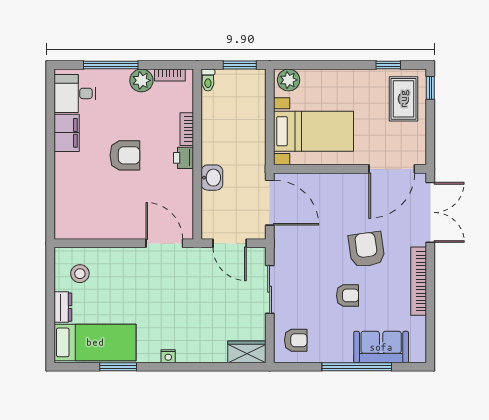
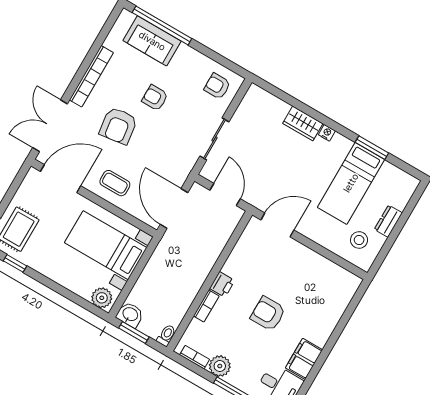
washbasin: (212, 178) -> (130, 315), moved, turned 90
coffee table: (339, 194) -> (115, 183), added
door: (164, 243) -> (277, 225), swing flipped
bed: (95, 342) -> (351, 183), moved, turned -90
wardrobe: (247, 352) -> (303, 123), moved
window: (357, 367) -> (162, 26), moved

